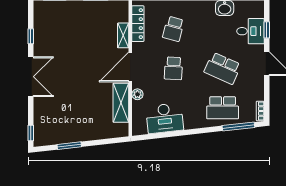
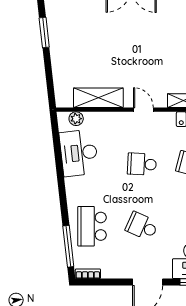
door: (130, 67) -> (143, 110), width x0.53
school desk: (223, 68) -> (142, 226), width x0.54
plant: (137, 94) -> (76, 119), moved

